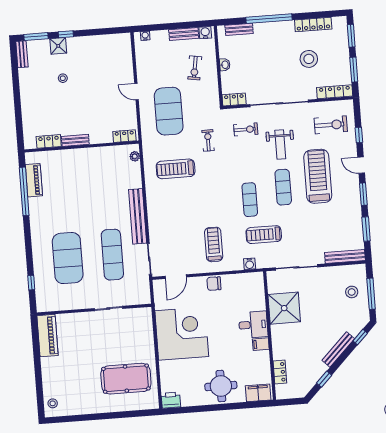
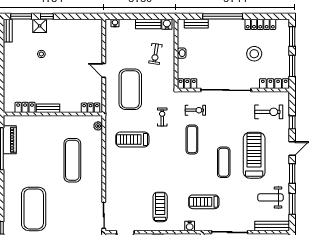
weight bench: (280, 145) -> (270, 197), moved, turned 90
door: (361, 165) -> (292, 148), swing flipped
exercise mat: (250, 200) -> (192, 139), moved
bench: (138, 216) -> (97, 178), removed
exercise mat: (112, 255) -> (72, 160), moved

